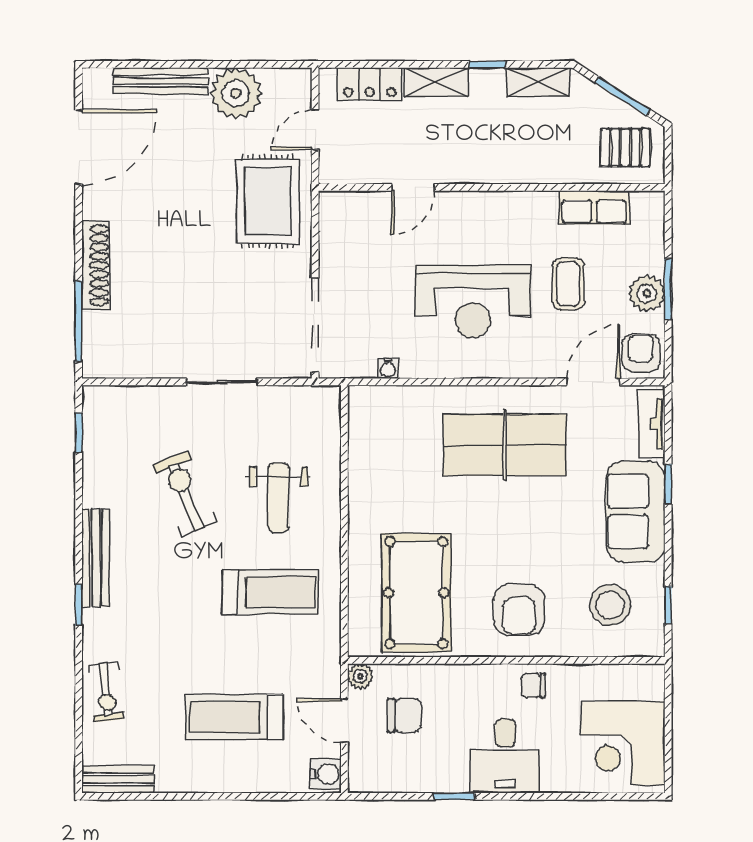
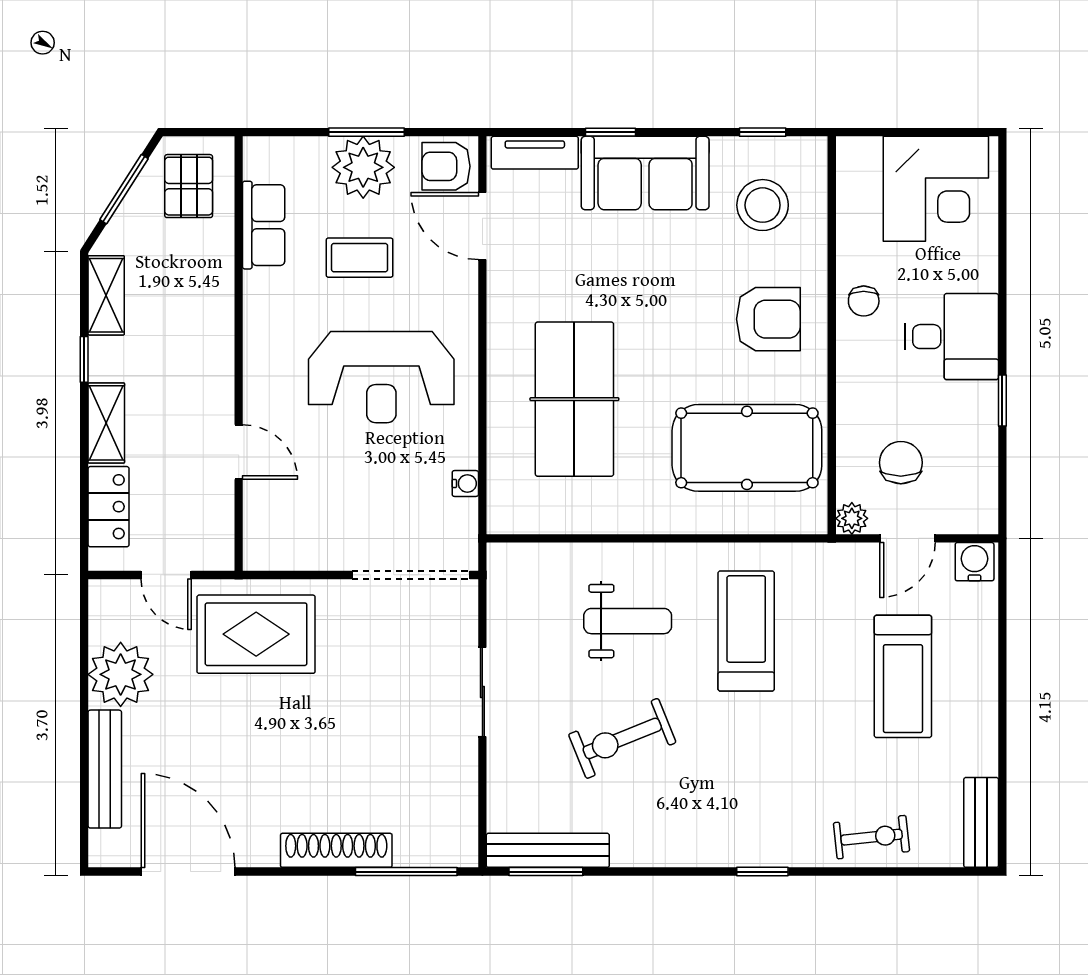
plant: (647, 293) -> (363, 167), width x1.36, depth x1.36
reception desk: (473, 301) -> (381, 377), turned 90
window: (79, 432) -> (546, 872), width x1.50
table tennis table: (505, 445) -> (574, 399), moved
bench: (96, 558) -> (548, 850), moved

